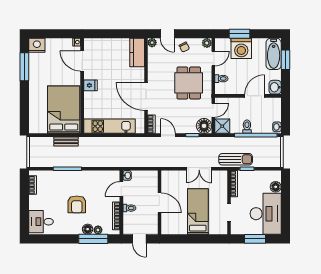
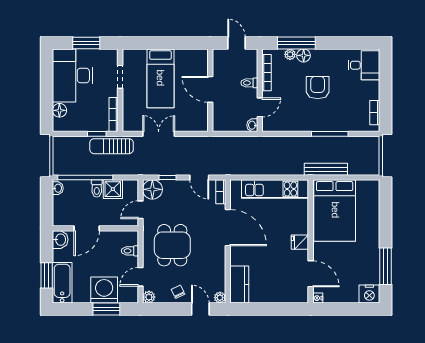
shower: (222, 126) -> (113, 189), moved
bench: (66, 141) -> (326, 169), width x1.36

